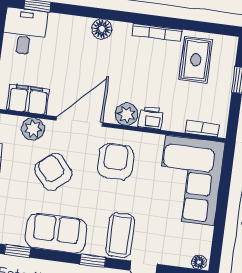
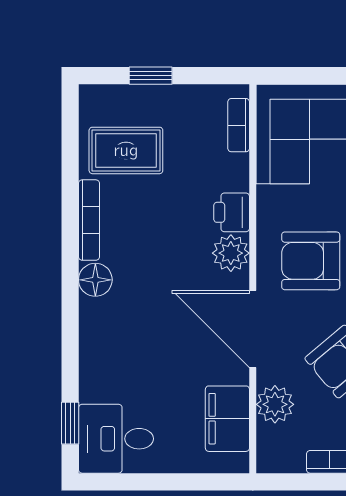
floor lamp: (102, 29) -> (95, 280), moved

